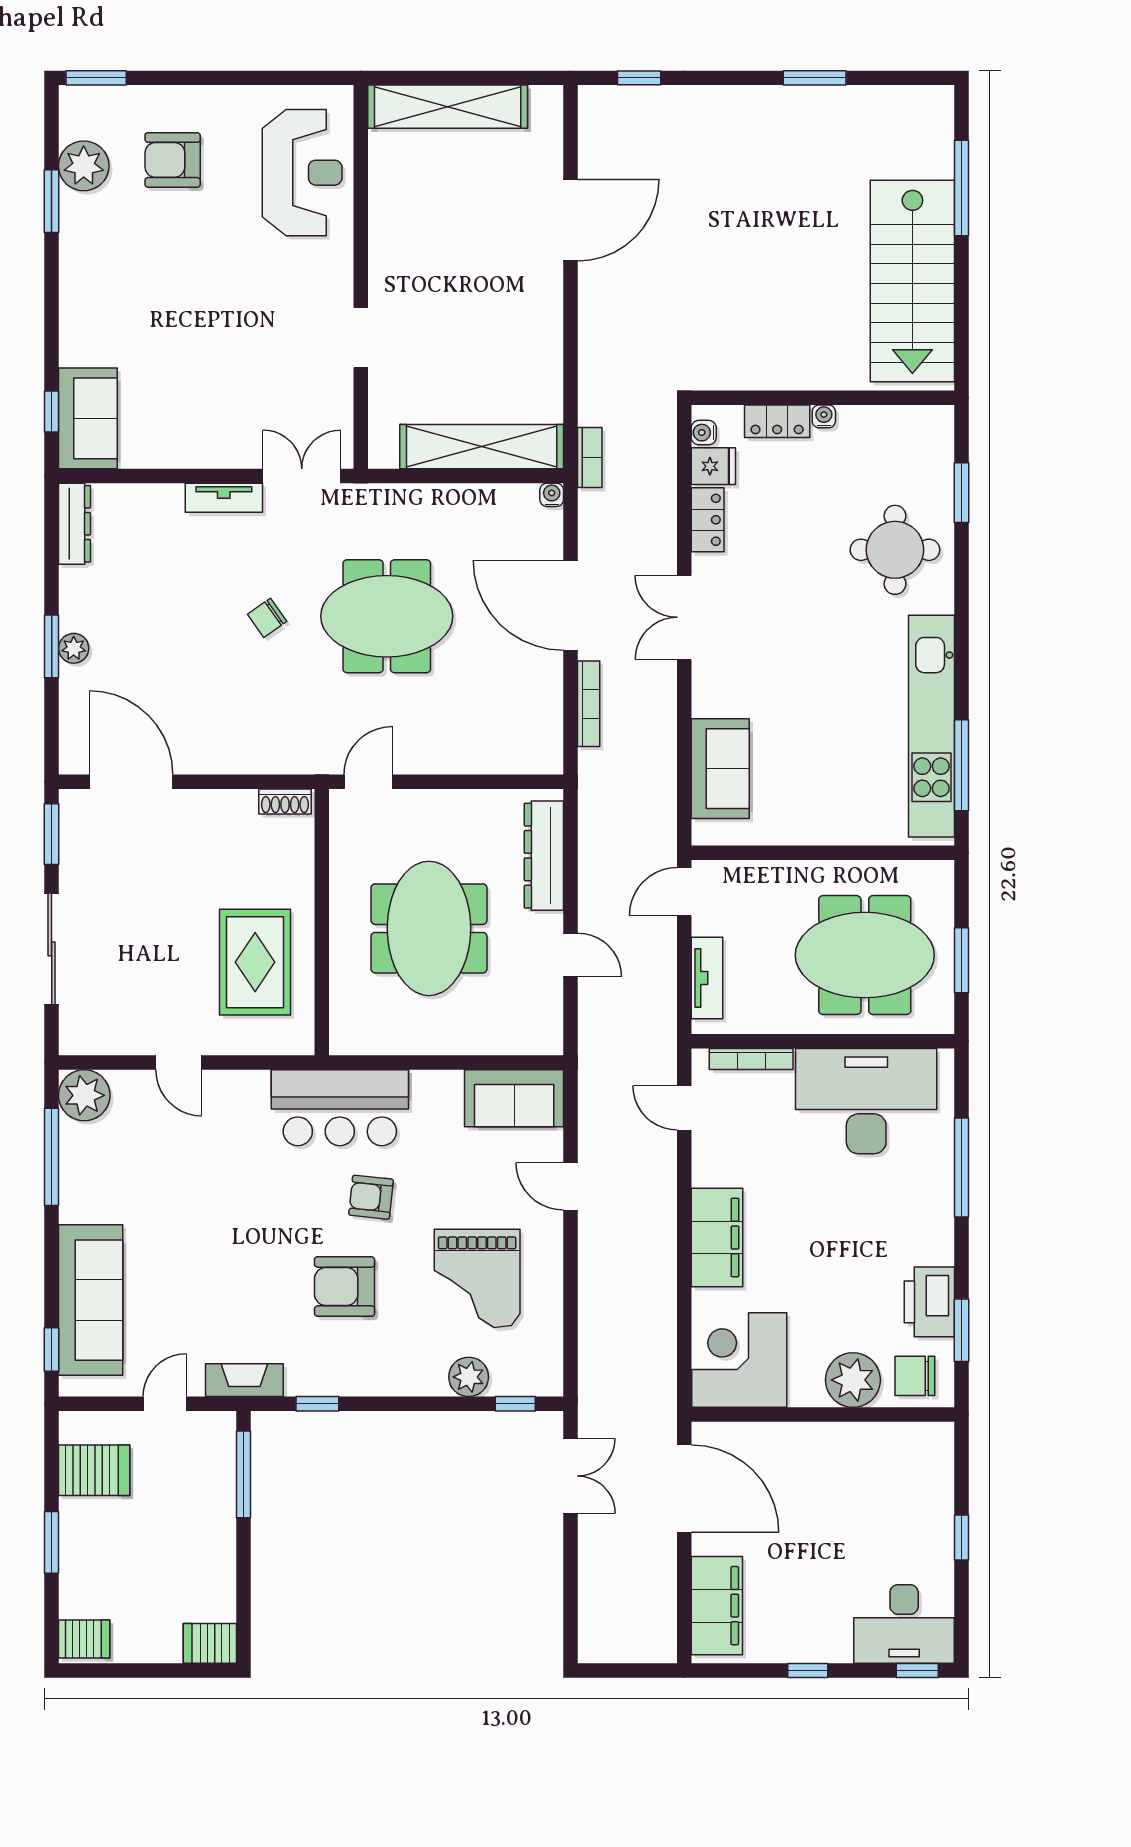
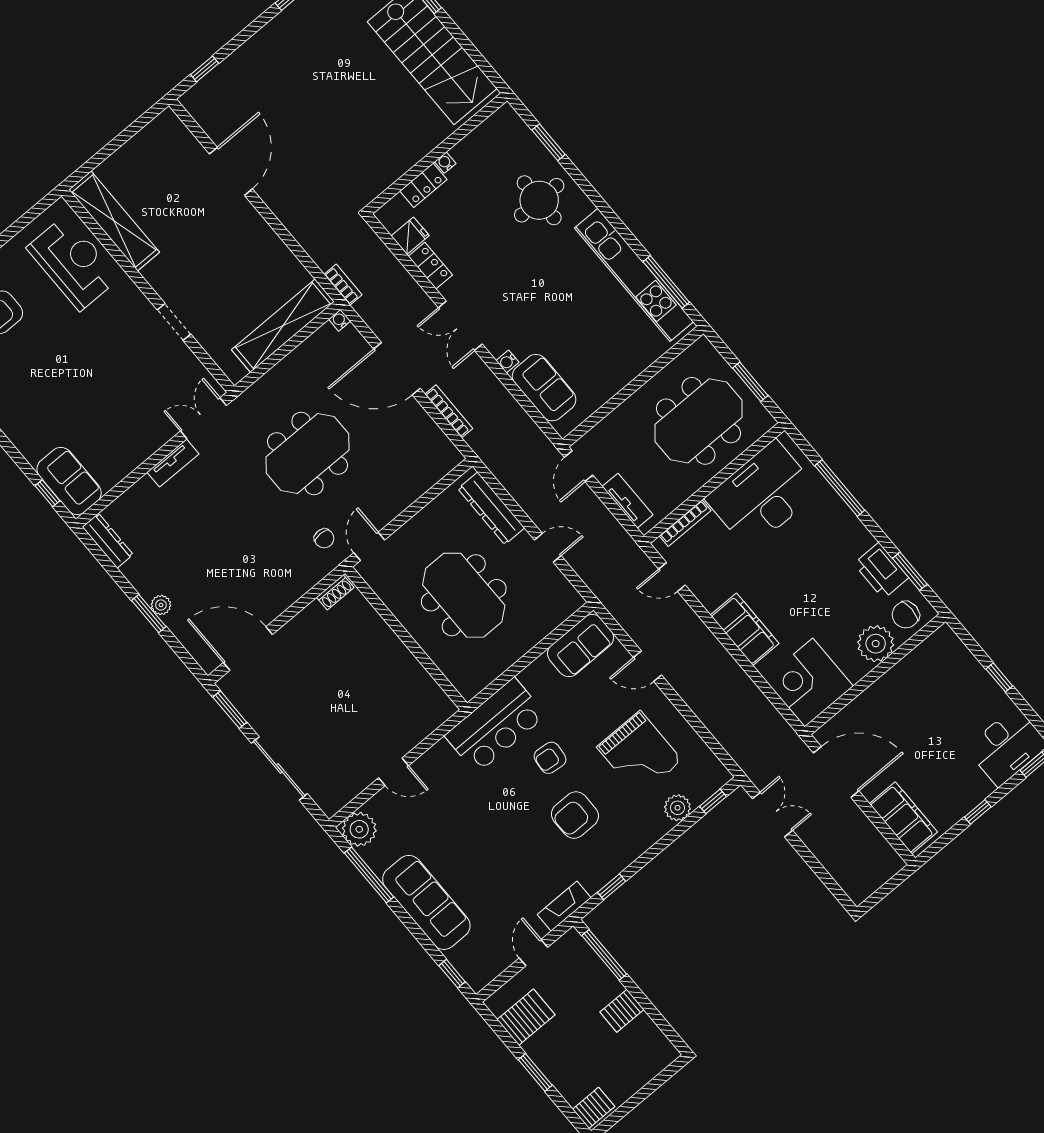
shelving: (448, 107) -> (114, 221), moved, turned 90
water cooler: (704, 433) -> (507, 361), moved
chair: (267, 618) -> (324, 538), moved, turned -55
rug: (255, 962) -> (389, 687), removed
sofa: (91, 1300) -> (426, 902), moved
server rack: (210, 1643) -> (622, 1011), moved

